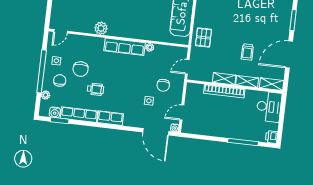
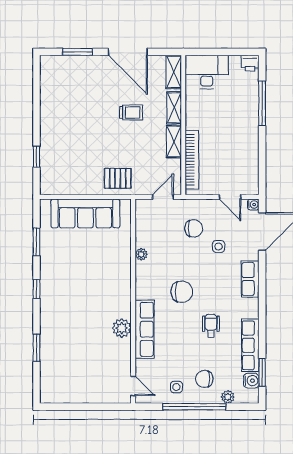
row of seats: (125, 47) -> (145, 329), moved
door: (187, 67) -> (163, 197), swing flipped
chair: (81, 69) -> (182, 292), moved
bookcase: (224, 91) -> (192, 160), moved
row of seats: (110, 118) -> (250, 279), moved

